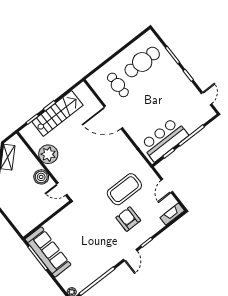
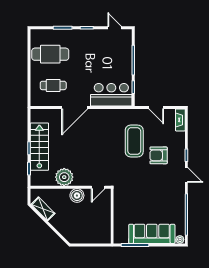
cafe table: (142, 62) -> (50, 54), turned 90
bar counter: (164, 139) -> (111, 95), moved, turned 90
sofa: (48, 252) -> (152, 234), moved

